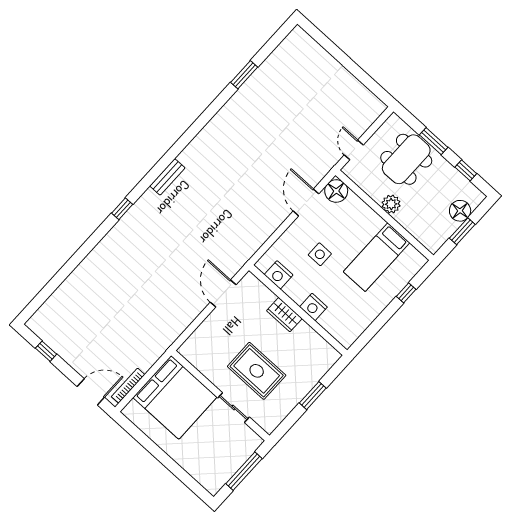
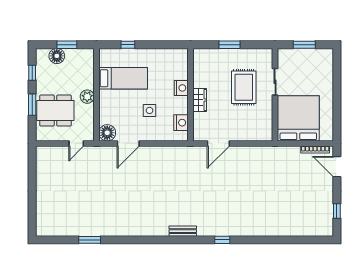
window: (244, 471) -> (304, 45), width x0.69

